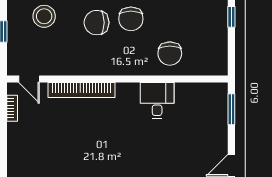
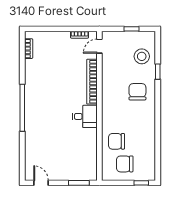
chair: (131, 19) -> (125, 164), moved
desk: (157, 100) -> (85, 116), moved

